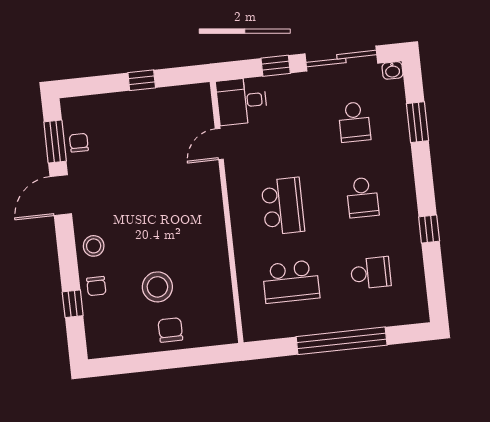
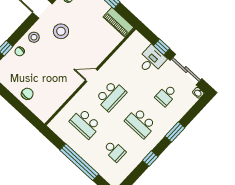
piano: (181, 99) -> (118, 22), added
desk: (242, 101) -> (151, 60), moved, turned 90
window: (417, 122) -> (175, 132), moved
door: (219, 144) -> (91, 75), moved
school desk: (363, 197) -> (140, 123), width x1.85
stool: (157, 287) -> (61, 31), moved

